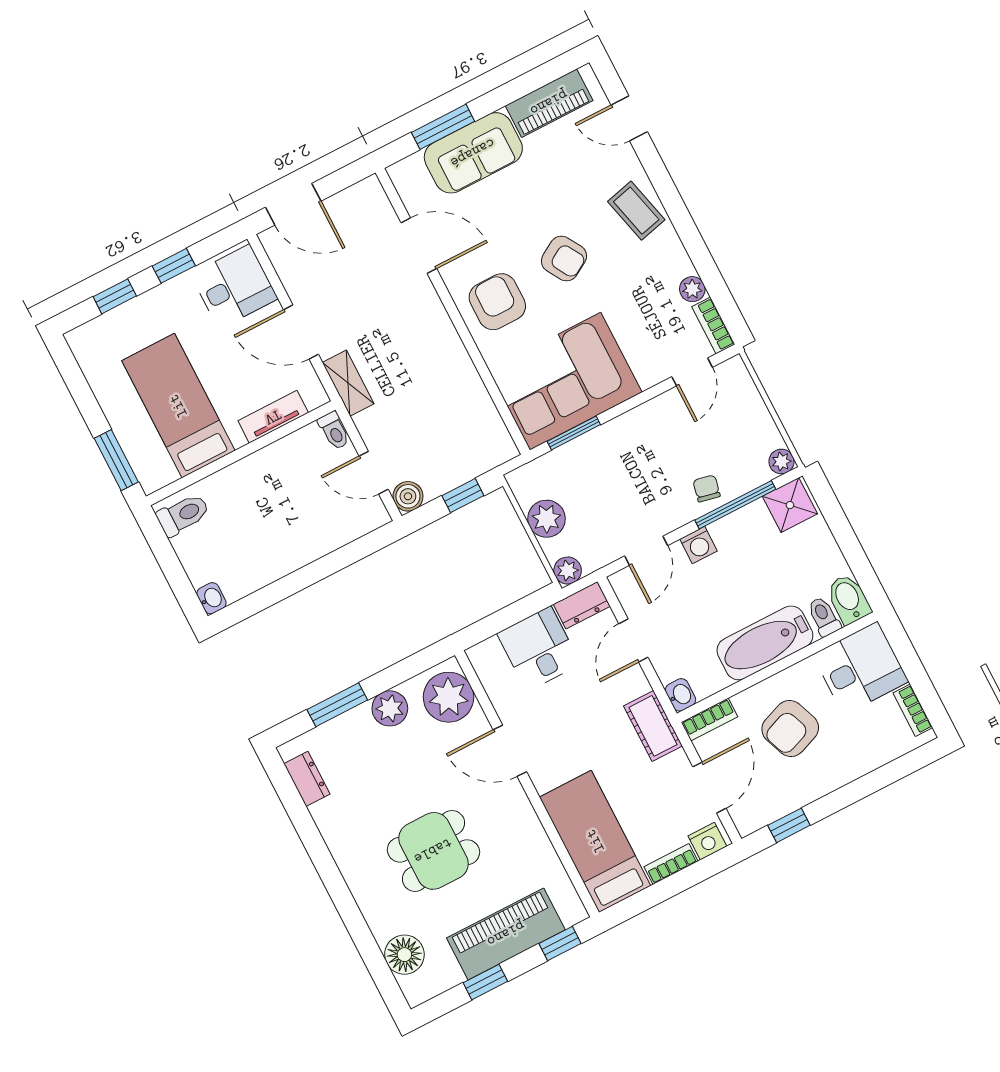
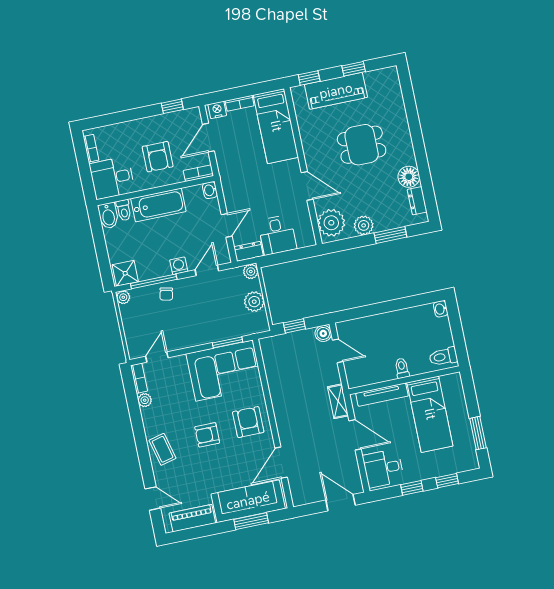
sofa: (473, 153) -> (248, 501), width x1.36
door: (419, 246) -> (281, 463), hinge flipped
armchair: (564, 259) -> (207, 435), turned -59
armchair: (497, 302) -> (248, 422), turned 180
tv unit: (273, 417) -> (382, 395), width x1.41
toilet: (334, 431) -> (402, 368), moved
window: (116, 460) -> (478, 433), moved
cot: (653, 726) -> (229, 178), removed
armchair: (790, 728) -> (158, 157), turned 111
floor lamp: (404, 955) -> (409, 177), moved

